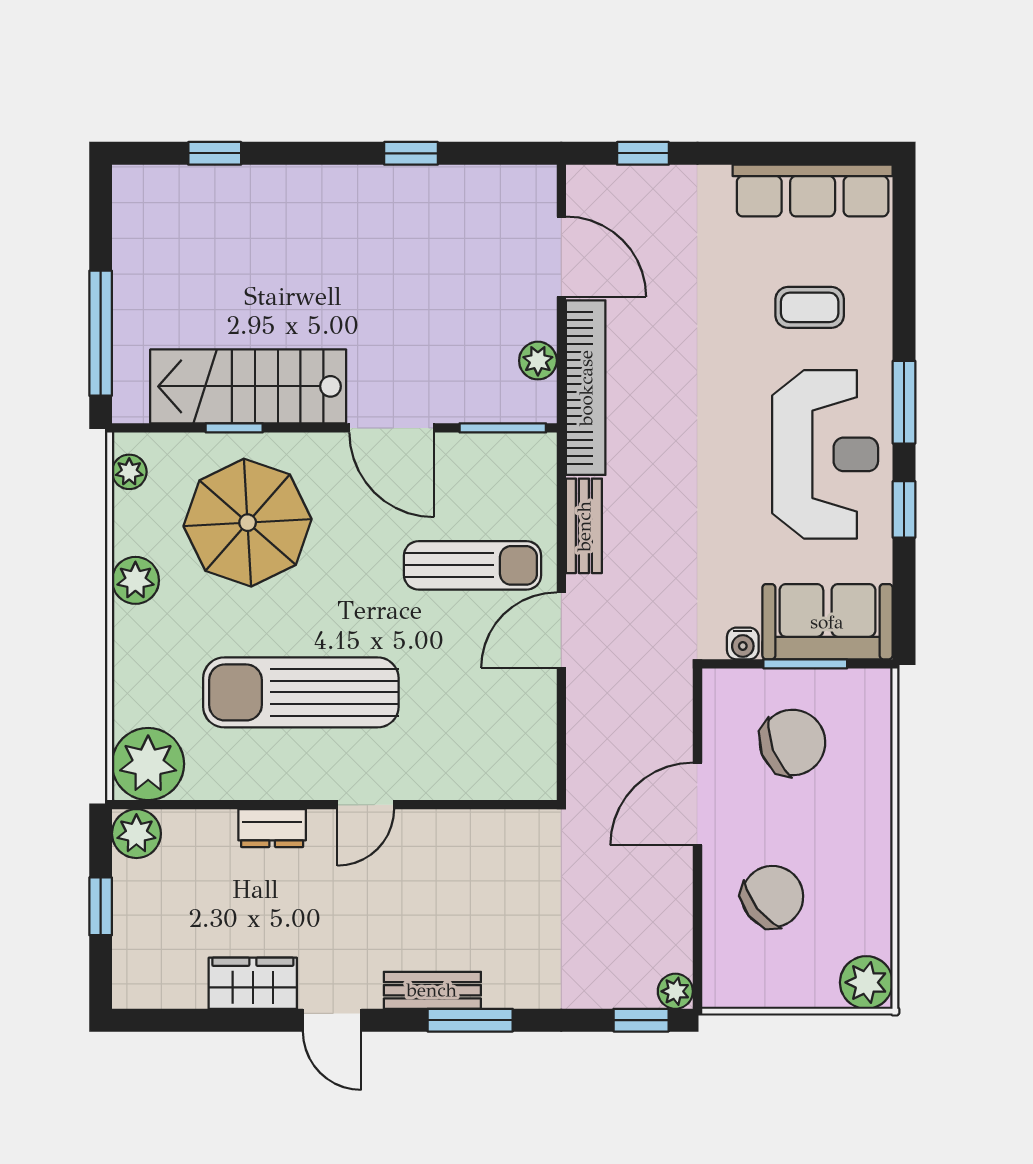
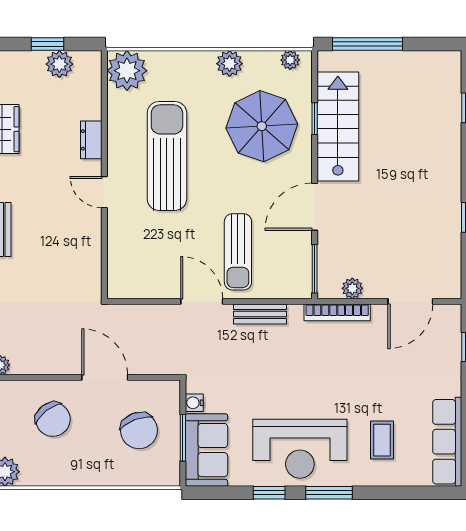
bookcase: (586, 388) -> (337, 312), width x0.68, depth x0.76
plant: (136, 834) -> (59, 64), moved

